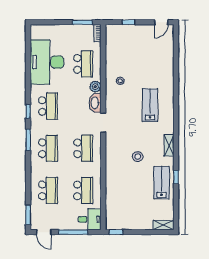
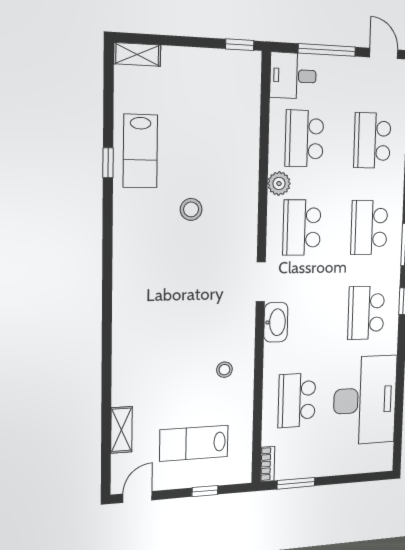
plant: (95, 87) -> (279, 184), moved
lab bench: (150, 105) -> (194, 443), moved, turned 90
shelving: (169, 145) -> (121, 430), moved

